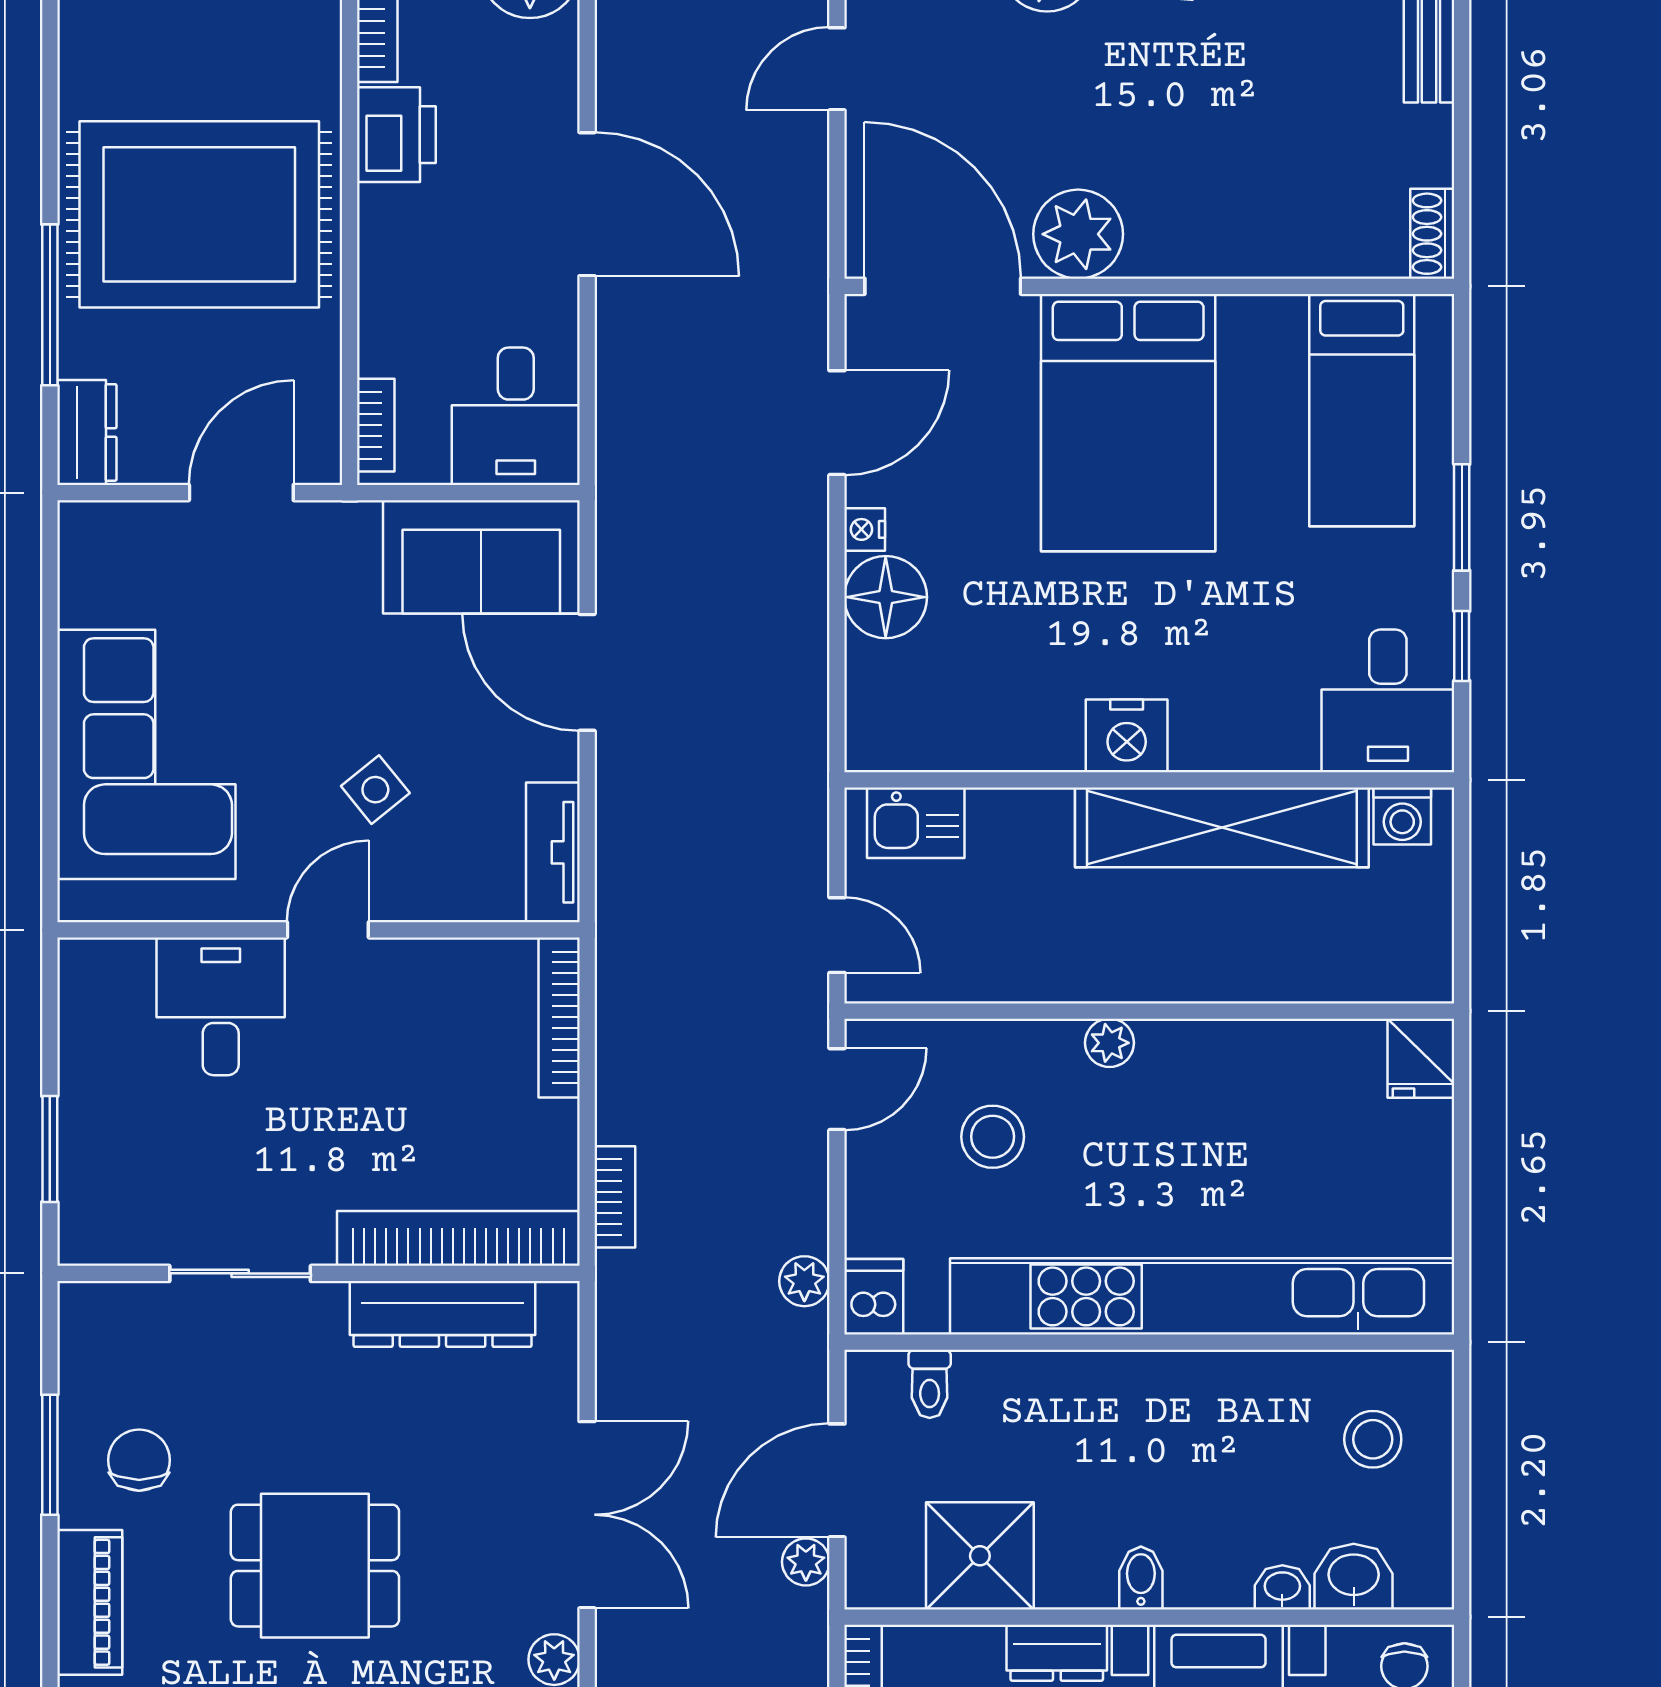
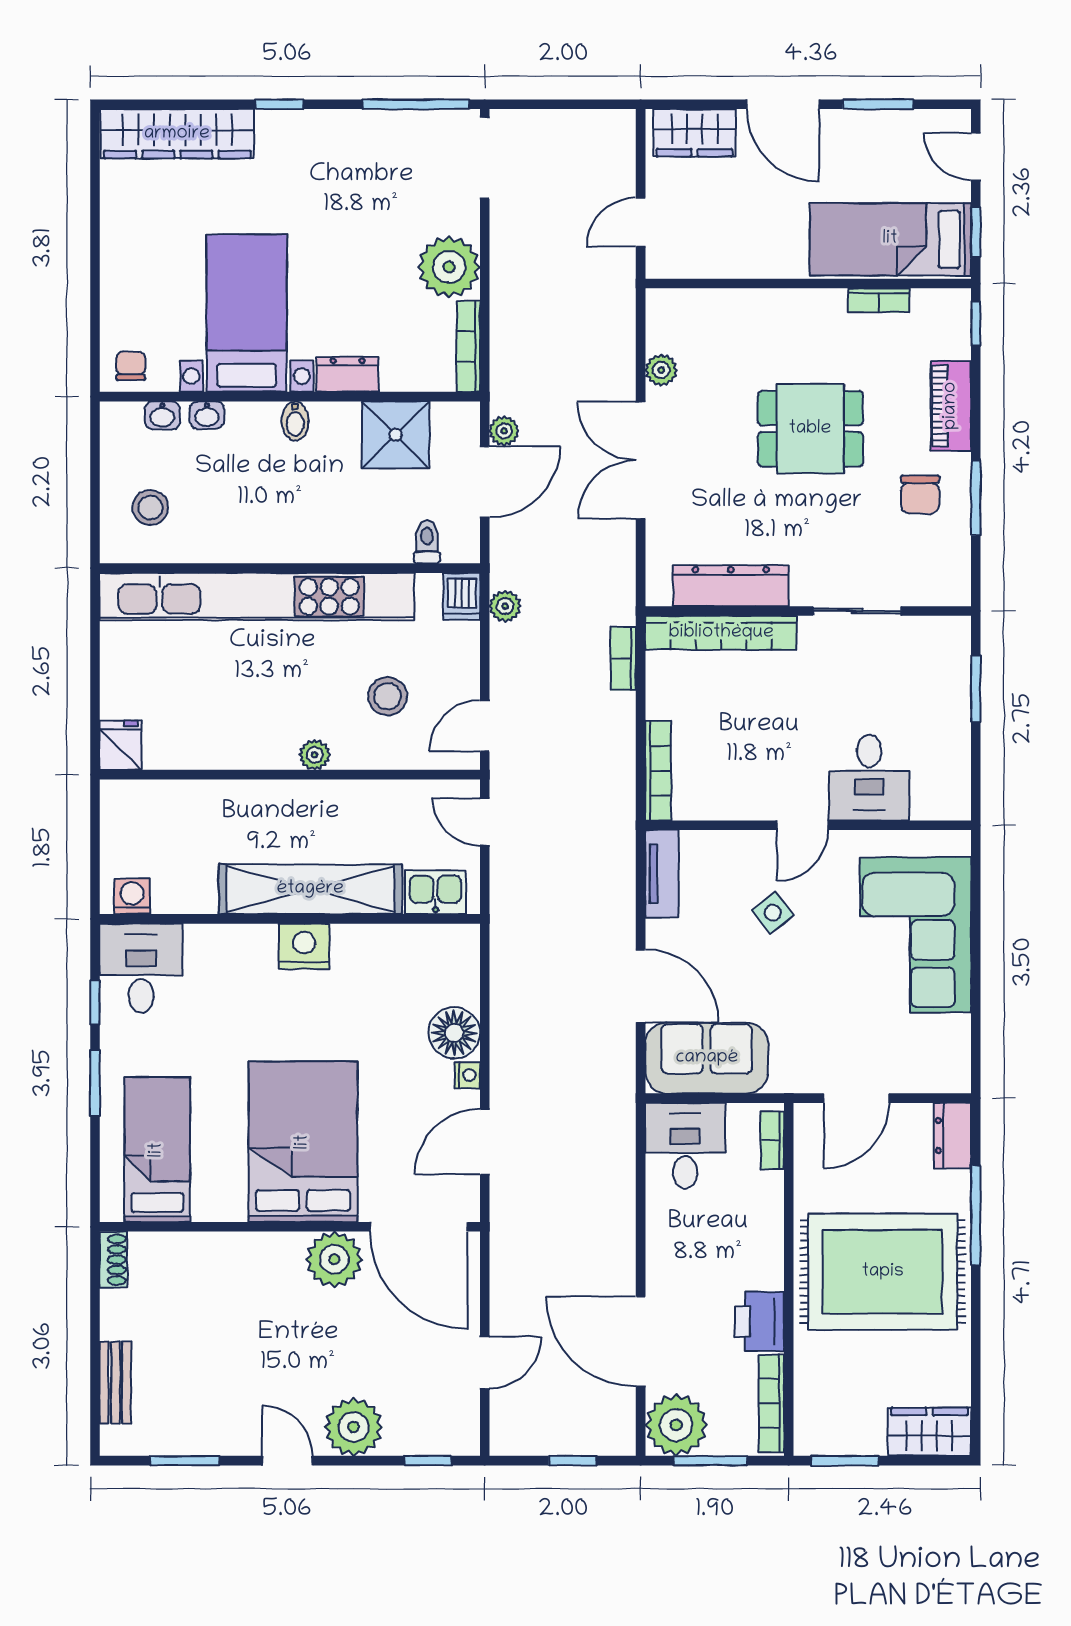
door: (587, 204) -> (641, 1342), moved
shelving: (1222, 827) -> (310, 889), moved
washbasin: (1354, 1577) -> (162, 415), width x0.72, depth x0.69

